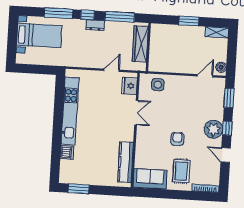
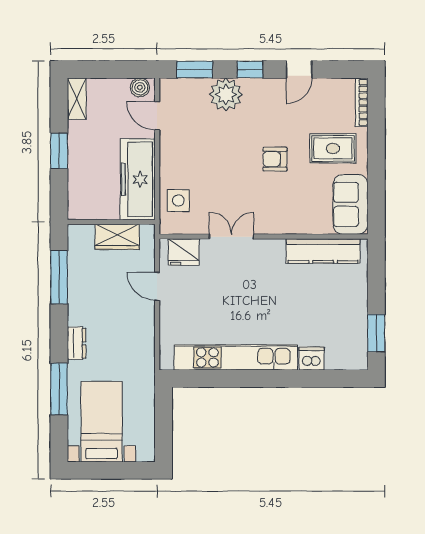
window: (88, 15) -> (59, 336), removed
dresser: (95, 25) -> (77, 343), moved
wardrobe: (140, 44) -> (117, 237), width x0.67
freezer: (171, 63) -> (138, 179), added
plant: (213, 129) -> (226, 94), moved

